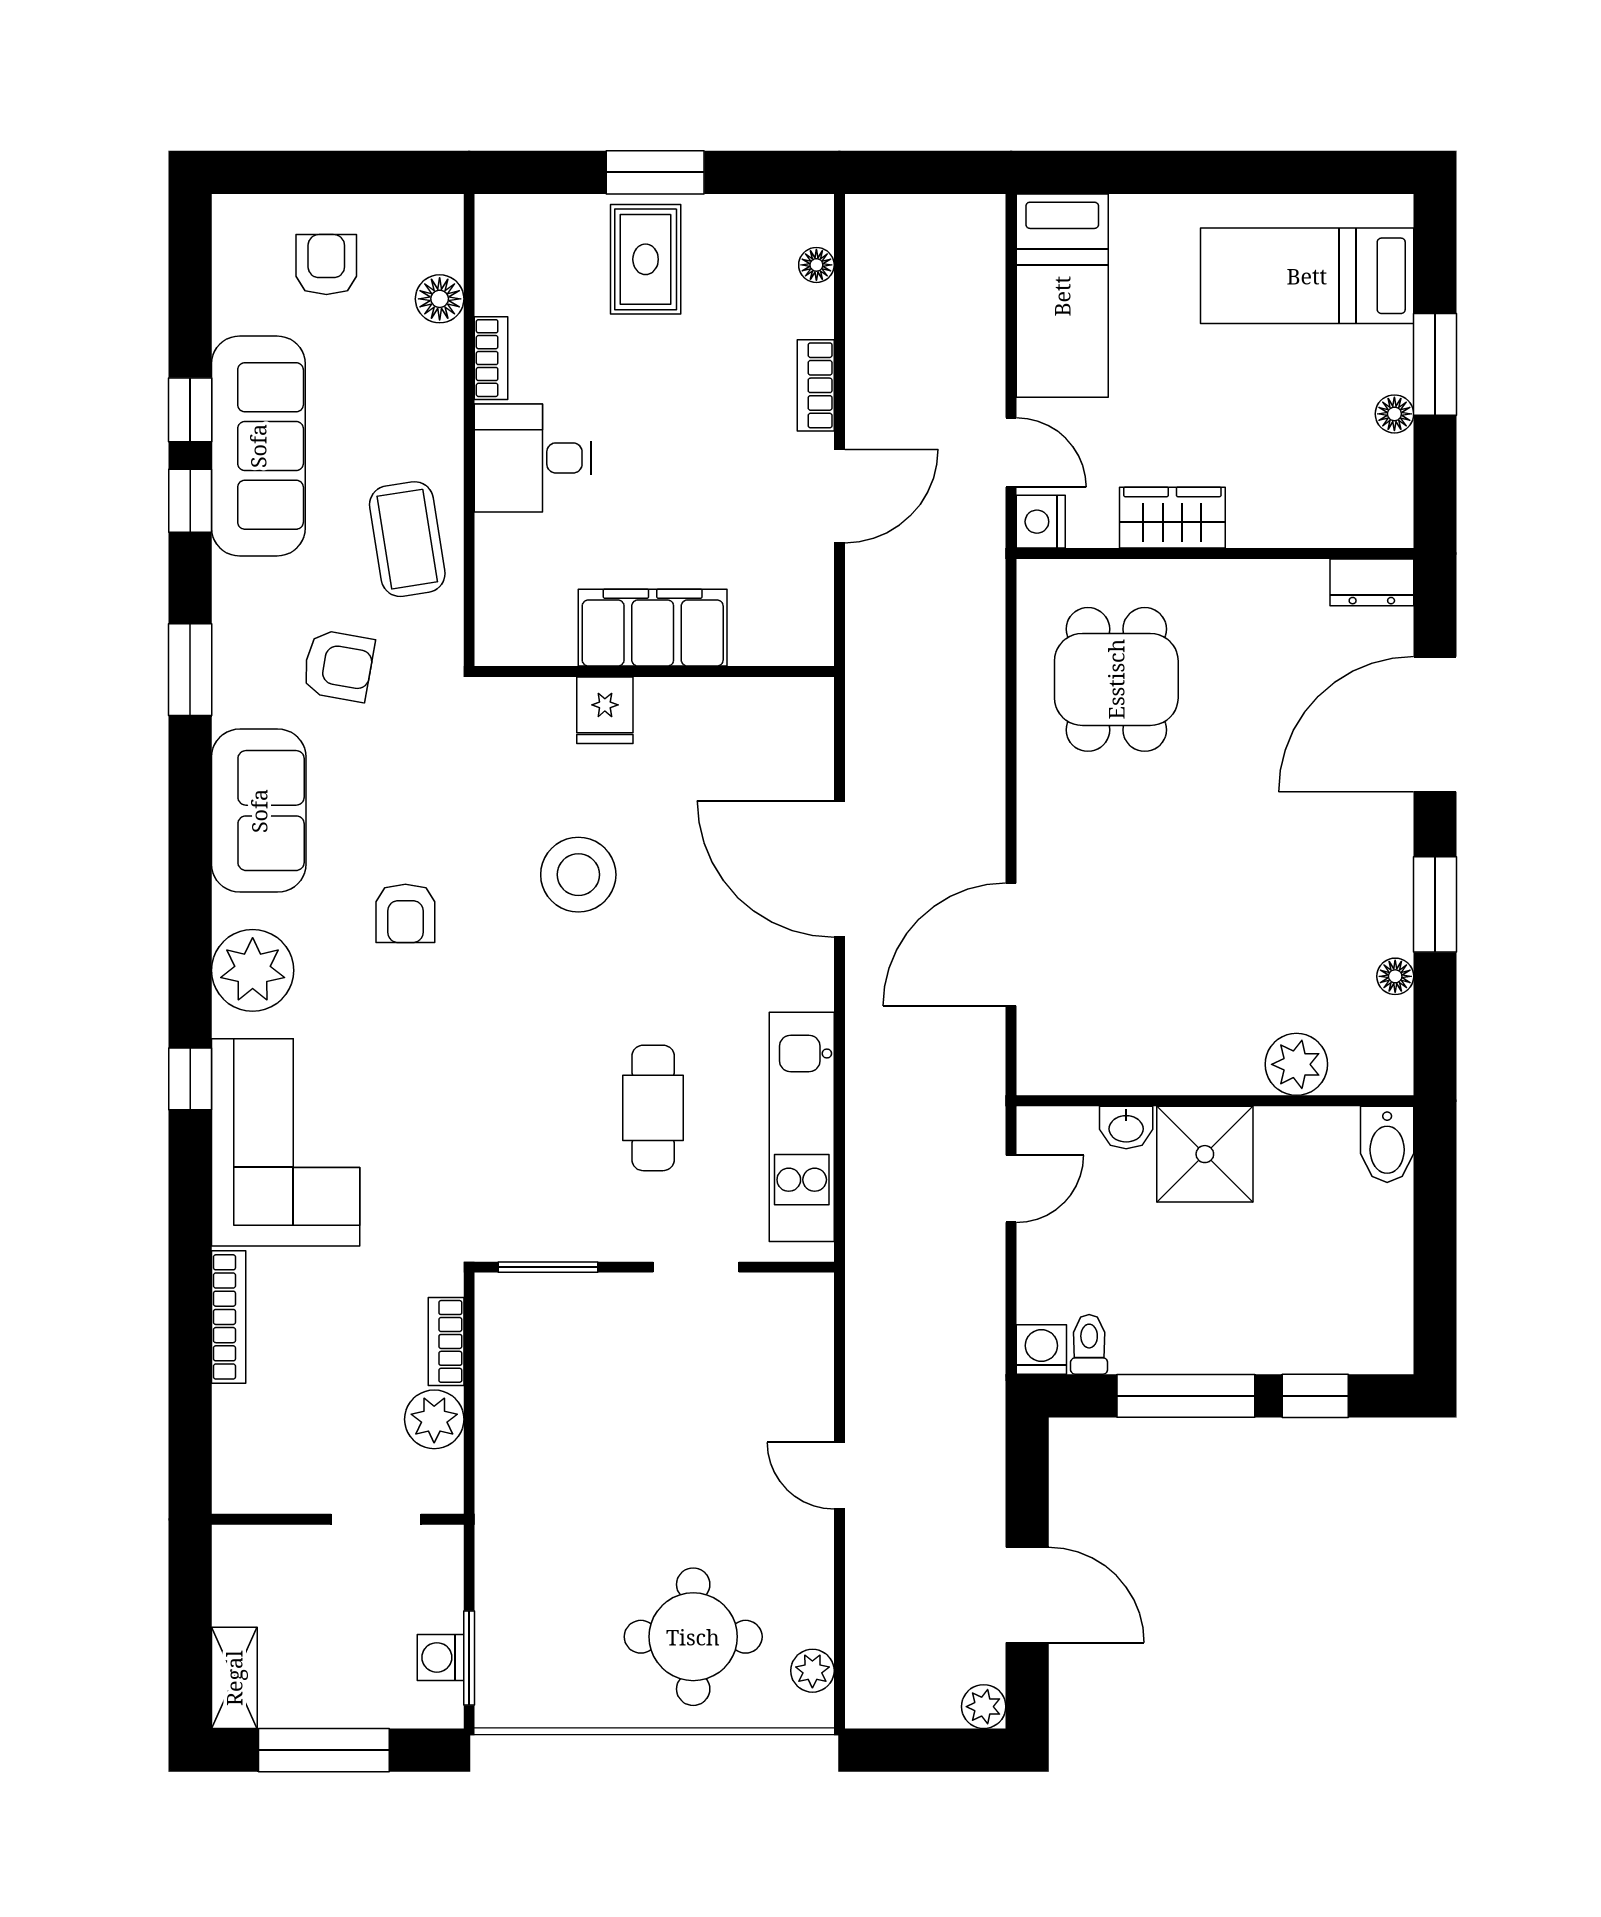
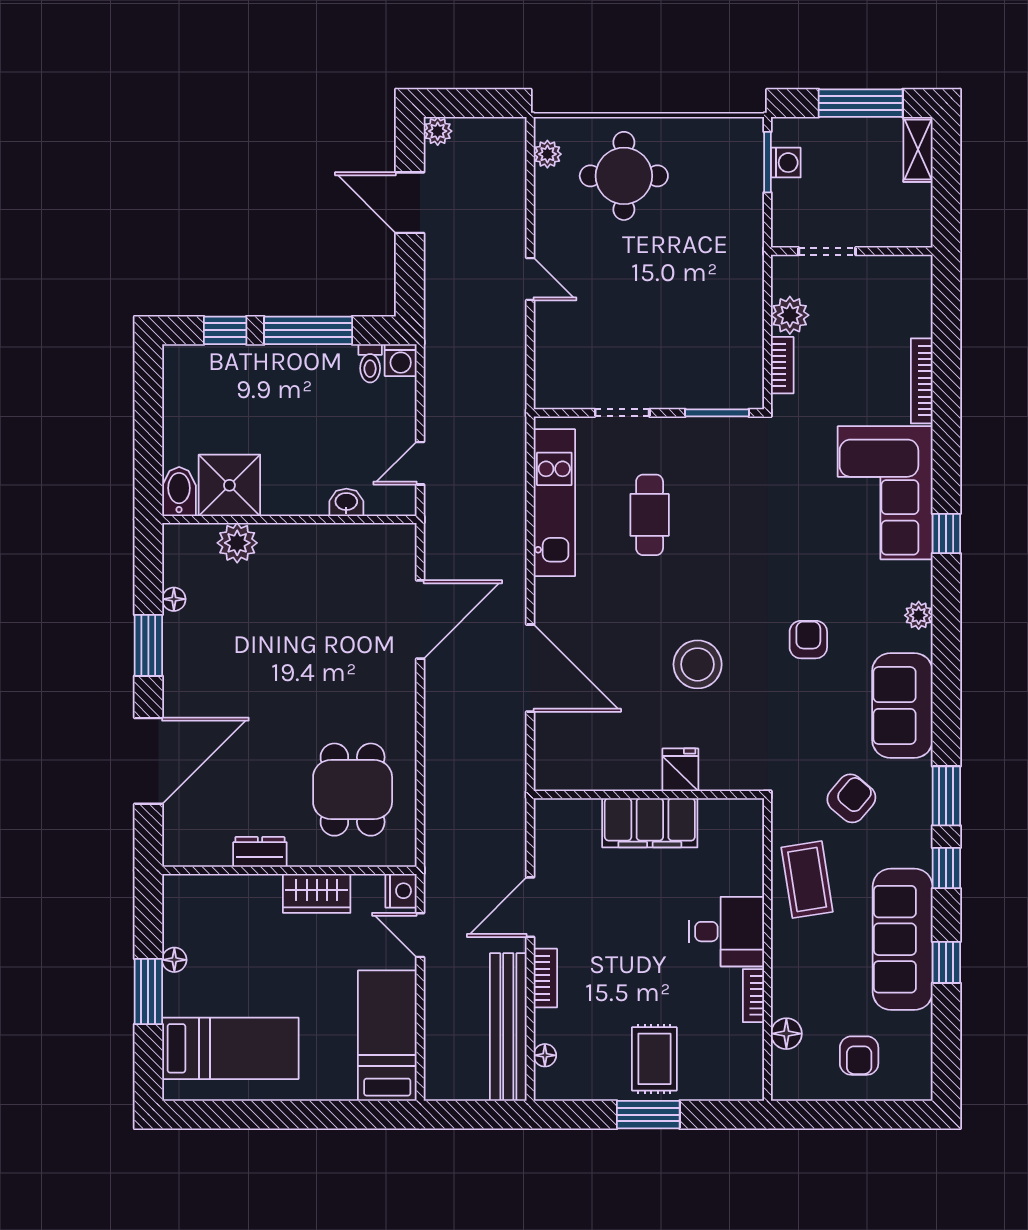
bench: (873, 309) -> (508, 1027), added
window: (190, 501) -> (946, 868), moved
dresser: (1372, 582) -> (260, 852), moved
armchair: (338, 666) -> (851, 798), turned 120
plant: (253, 970) -> (919, 615), width x0.53, depth x0.53
shower: (1205, 1154) -> (229, 485), moved

